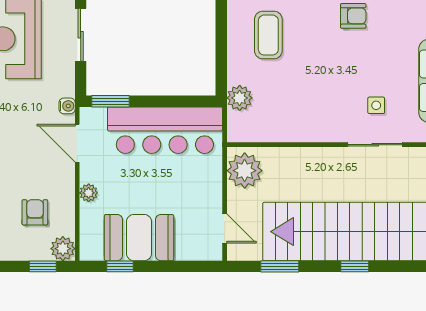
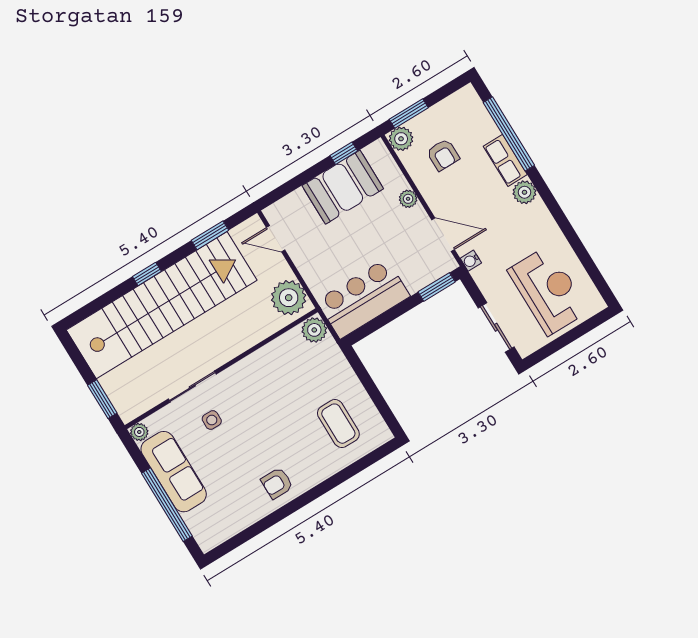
plant: (240, 98) -> (314, 330), moved
bar counter: (165, 130) -> (363, 298), width x0.73
window: (43, 266) -> (409, 114), width x1.50

